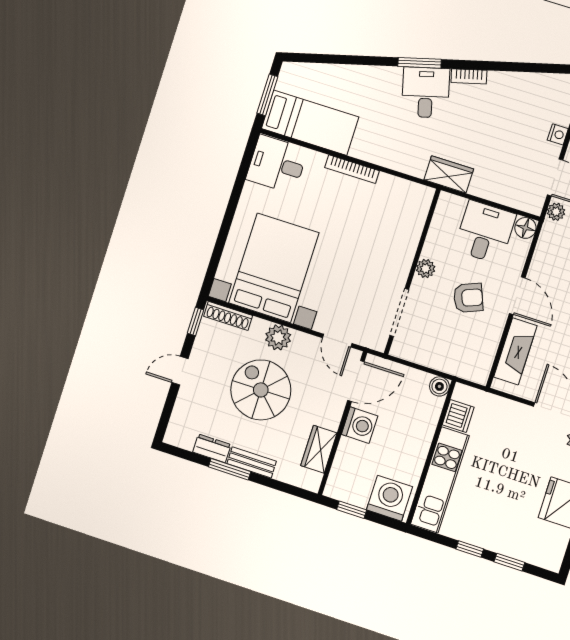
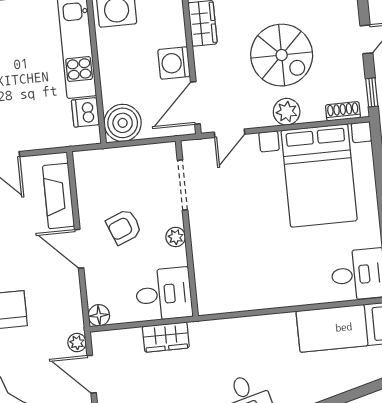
bookcase: (352, 169) -> (285, 300), removed
wardrobe: (449, 174) -> (166, 337), moved
desk: (485, 232) -> (164, 294), moved, turned -90
shoe rack: (228, 316) -> (343, 111), width x0.70
door: (337, 341) -> (230, 133), swing flipped
boiler: (439, 386) -> (123, 123), width x1.86, depth x1.86

